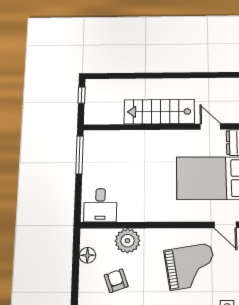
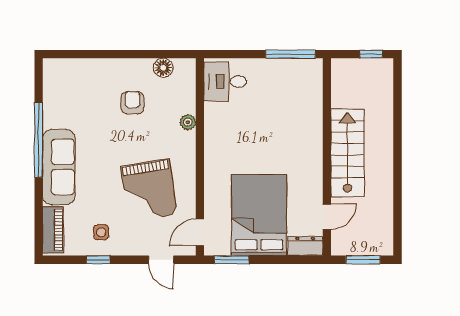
plant: (127, 241) -> (188, 122), width x0.53, depth x0.53
armchair: (116, 281) -> (132, 103), turned -71

